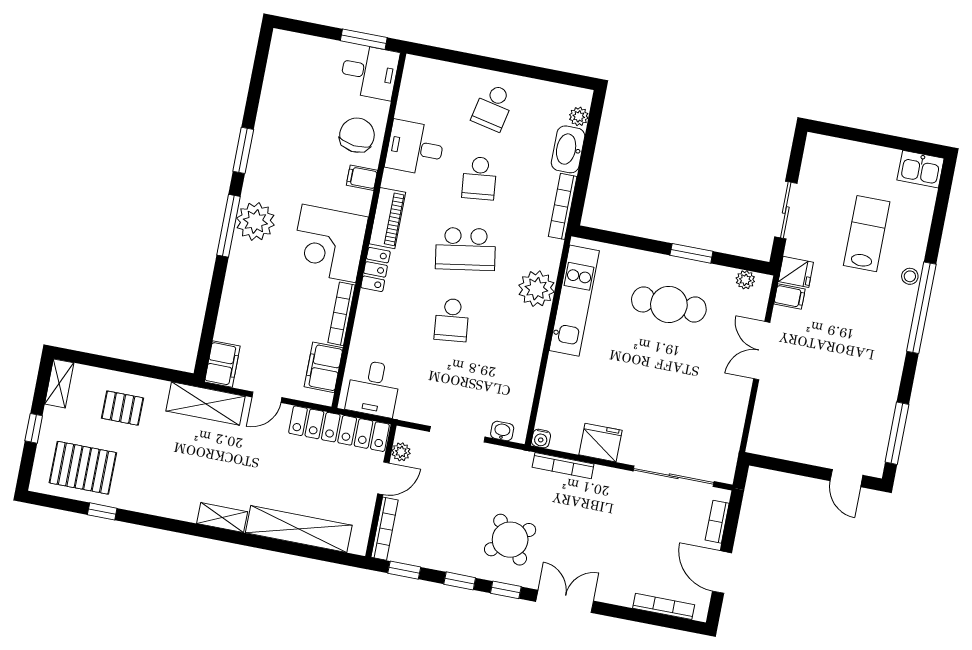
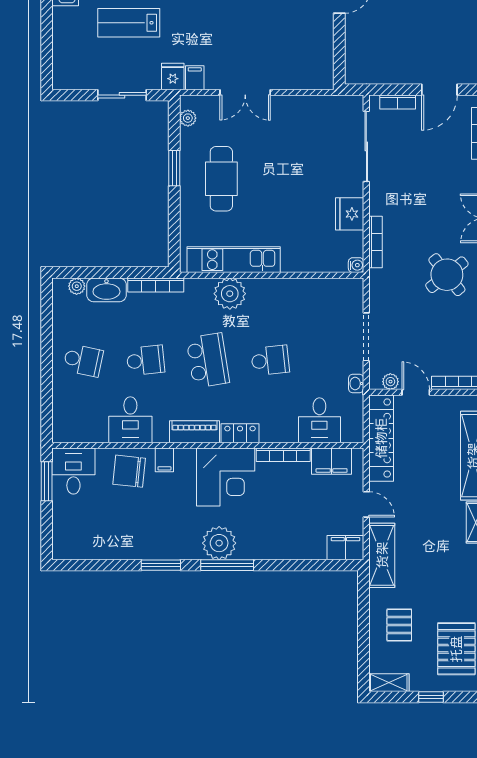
desk: (373, 388) -> (319, 420), moved, turned 90
washbasin: (502, 431) -> (356, 384), moved

